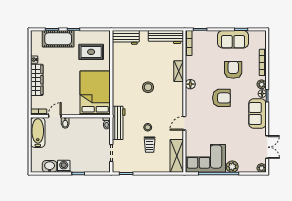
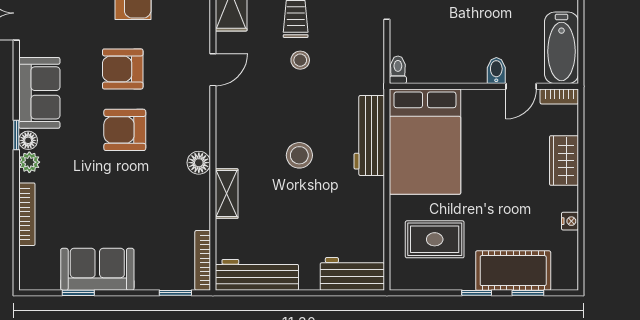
armchair: (233, 70) -> (123, 69), moved, turned 90
wardrobe: (37, 80) -> (564, 161), width x0.67
workbench: (119, 123) -> (369, 136), moved

